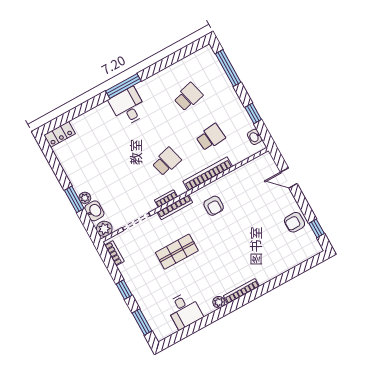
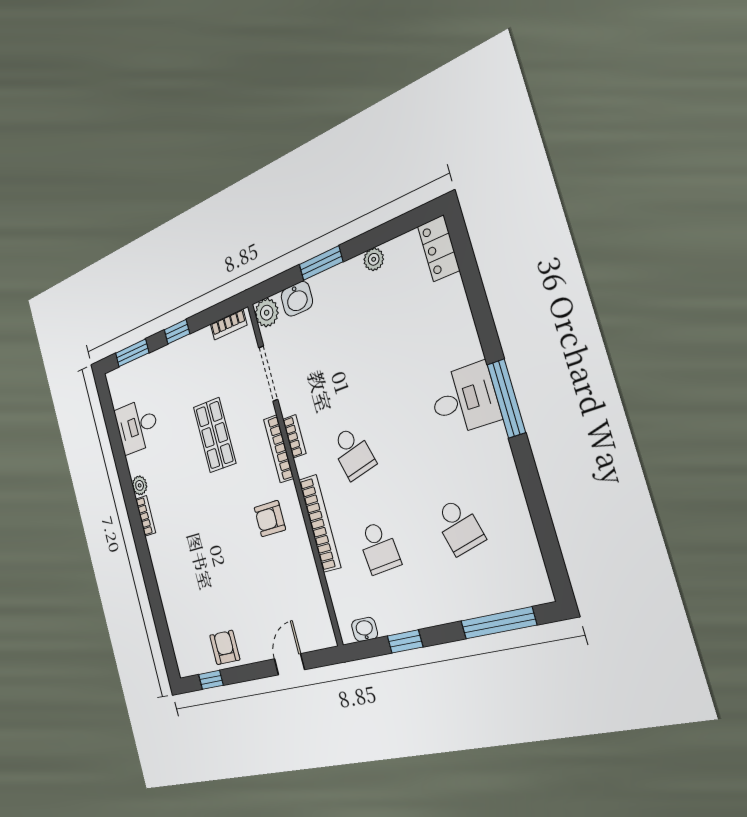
plant: (85, 198) -> (374, 259), moved
bookcase: (241, 291) -> (146, 516), width x0.64

